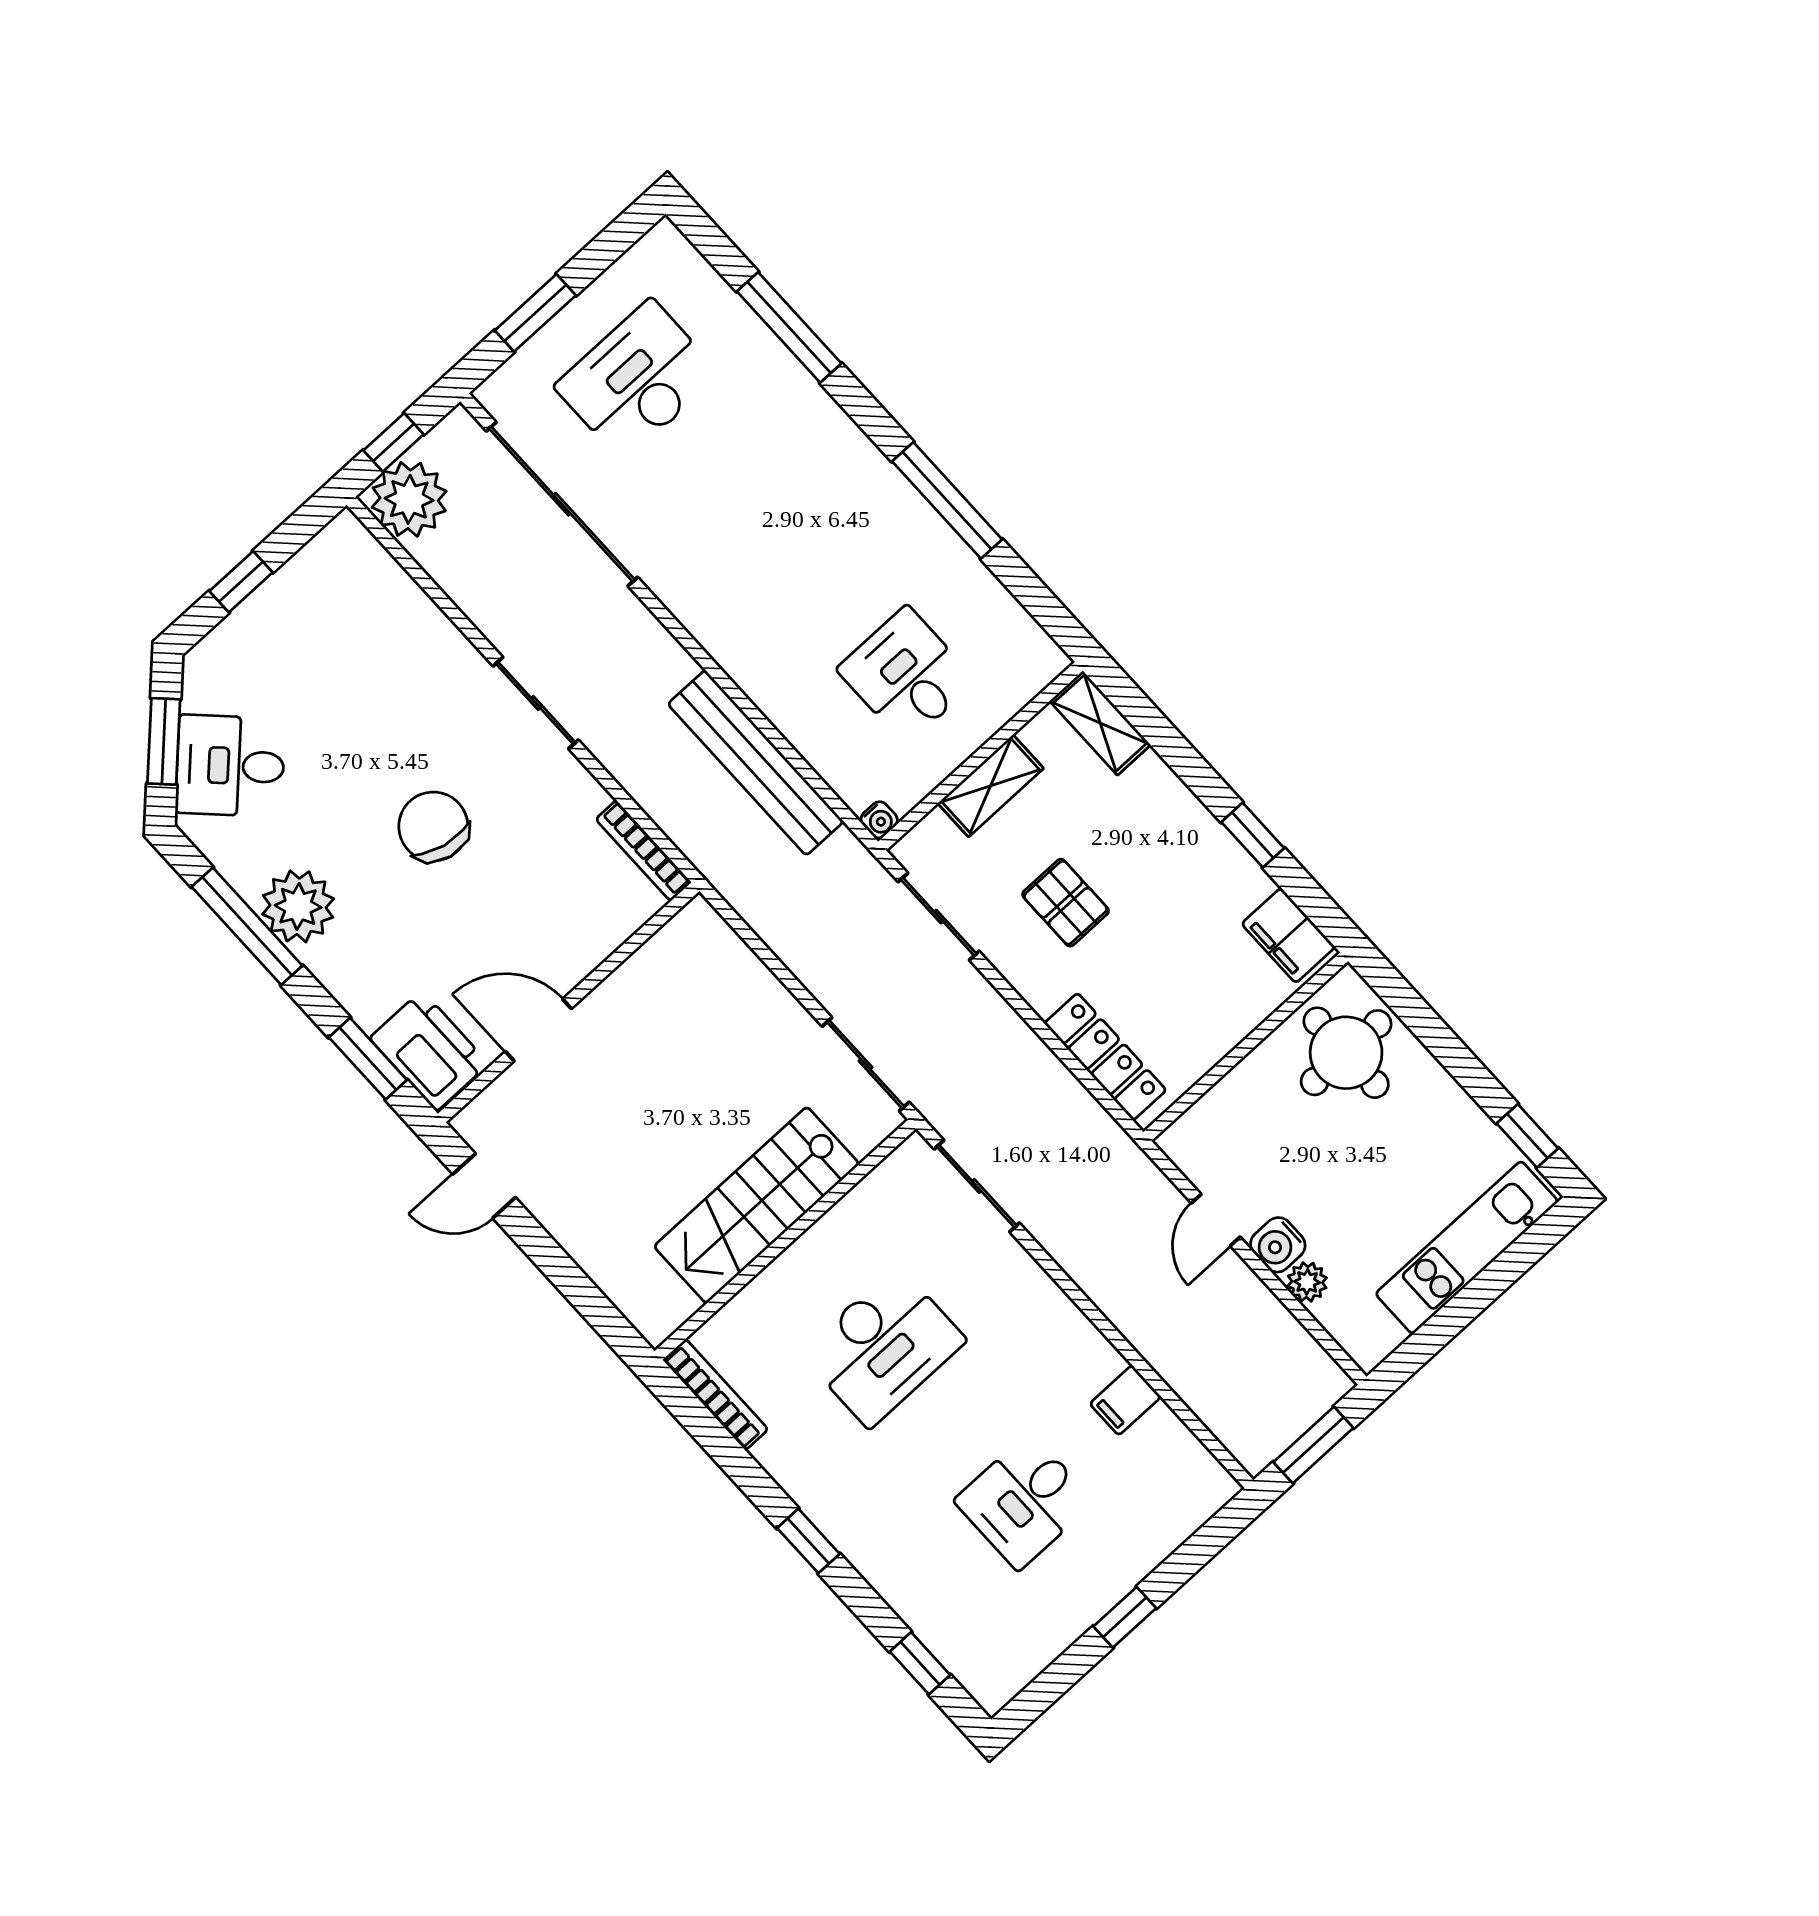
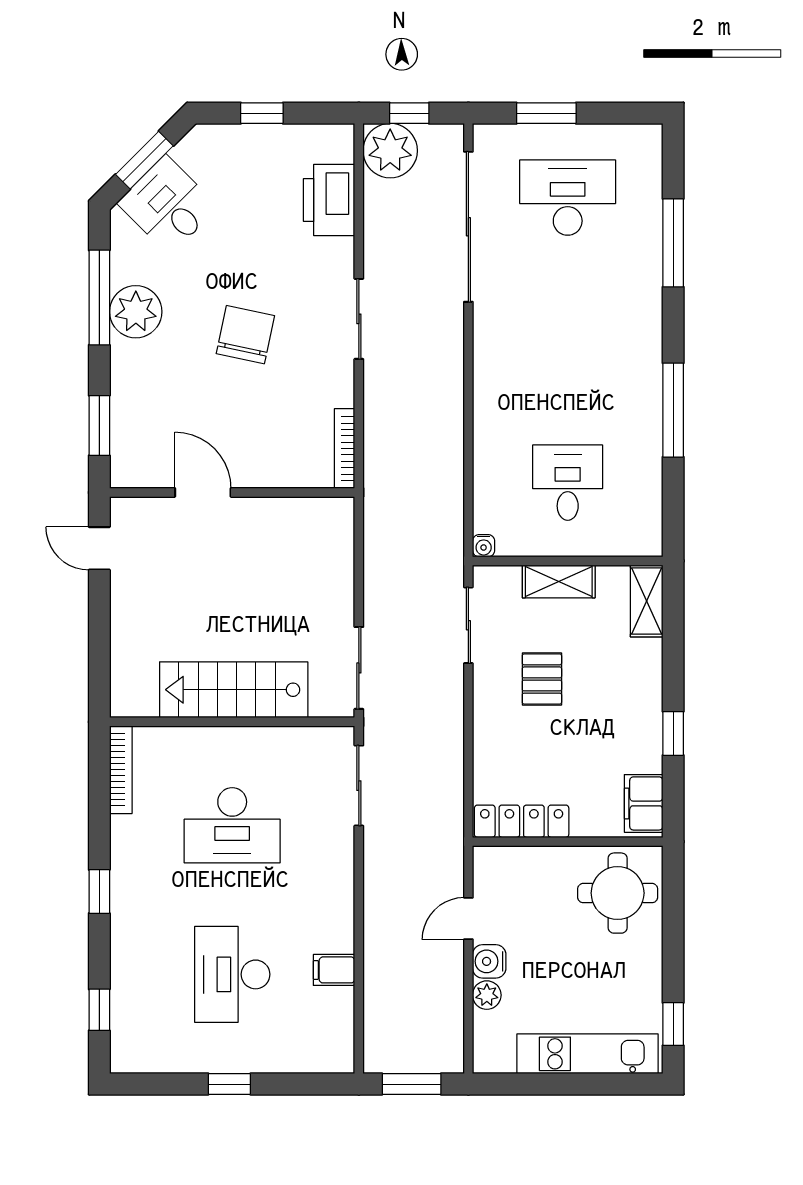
bench: (756, 763) -> (446, 456), removed
printer: (429, 1051) -> (329, 200), moved, turned 180
locker: (1105, 1057) -> (522, 821), moved, turned -90
desk: (1024, 1501) -> (232, 974), width x1.37

